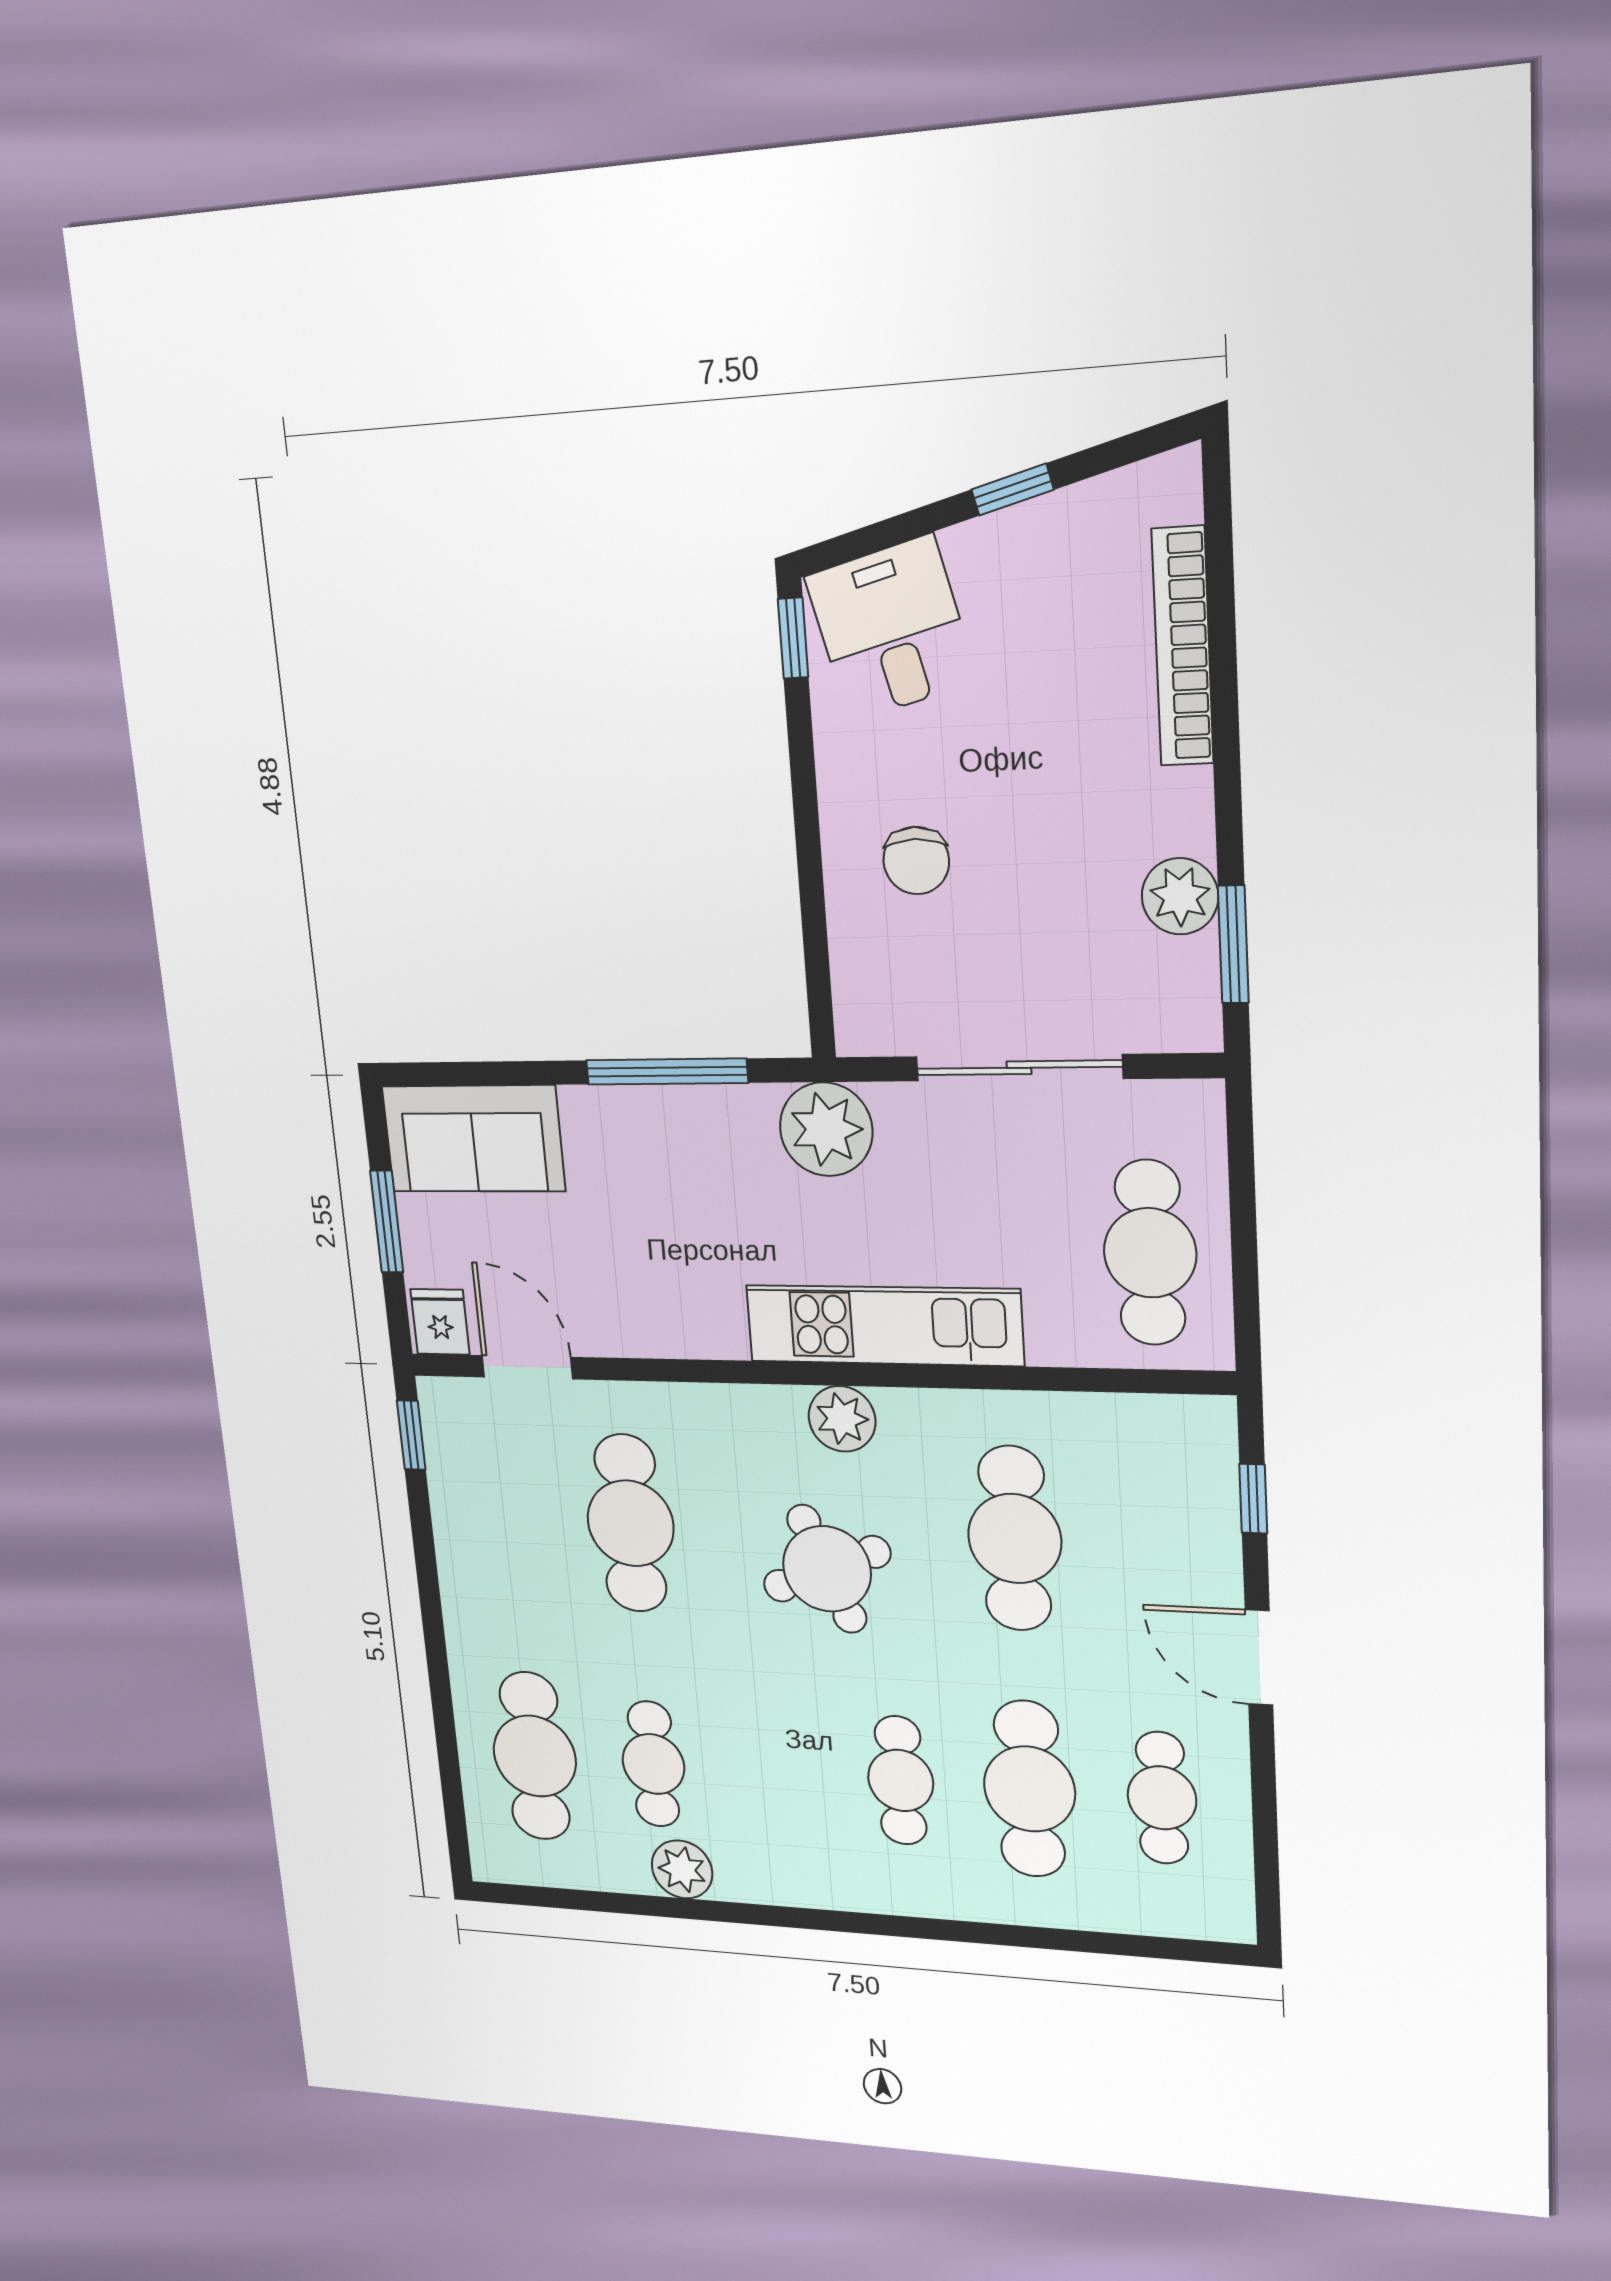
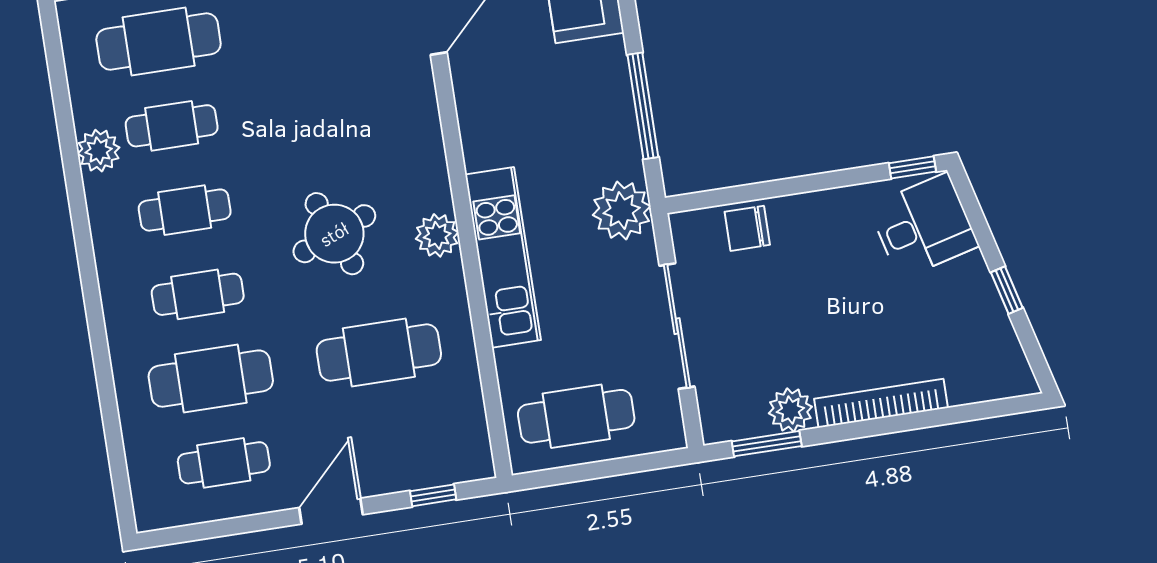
bookcase: (1183, 647) -> (881, 403), moved
chair: (916, 861) -> (747, 228), moved
cafe table: (631, 1523) -> (185, 210), moved, width x0.73, depth x0.74

